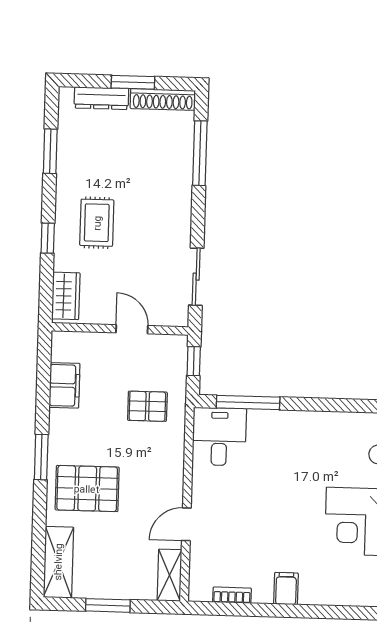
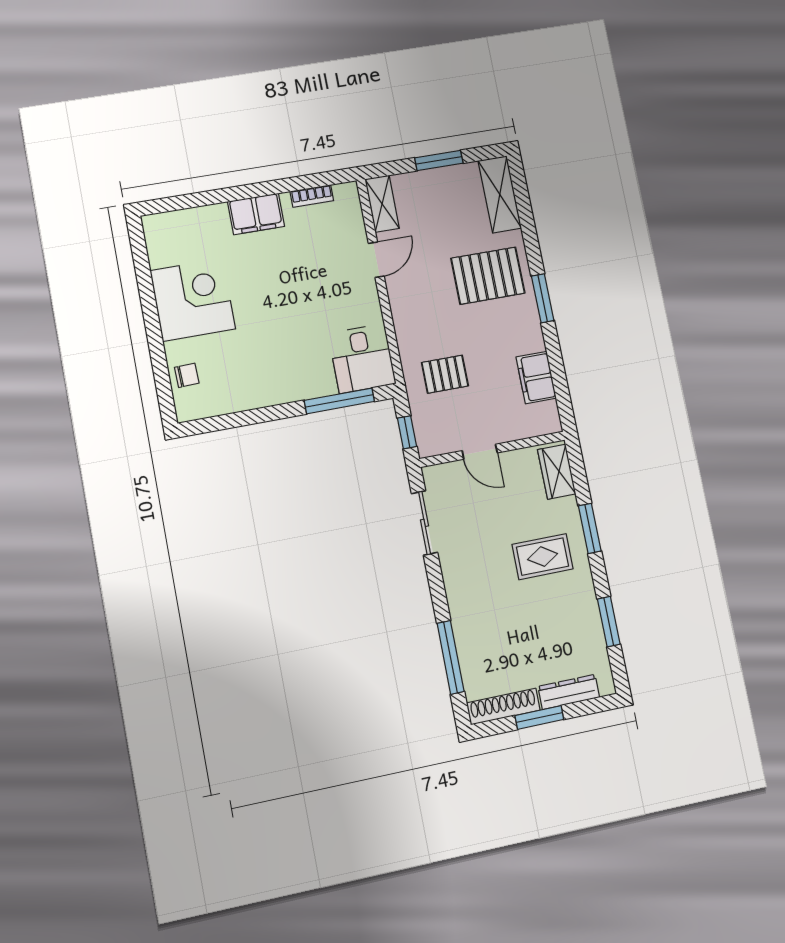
rug: (97, 223) -> (543, 557), turned 90
window: (48, 238) -> (590, 528), width x1.50
filing cabinet: (286, 589) -> (256, 214), width x2.00

